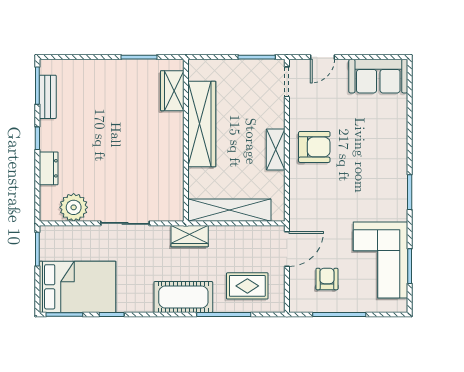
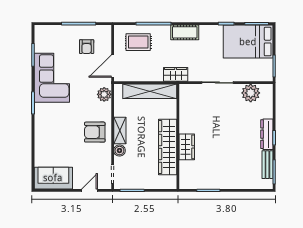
wardrobe: (172, 91) -> (187, 147), moved
boiler: (276, 119) -> (119, 151), added
dresser: (49, 168) -> (267, 134), moved, width x1.44
plant: (300, 205) -> (104, 94), added
corner sofa: (380, 260) -> (52, 78), moved
cot: (183, 297) -> (185, 32), width x0.73, depth x0.75

